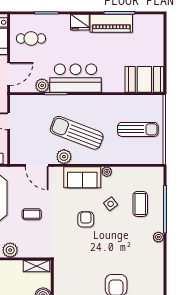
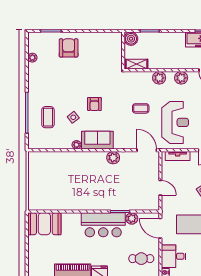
door: (9, 74) -> (160, 228), hinge flipped
sun lounger: (138, 129) -> (50, 181), removed
sun lounger: (77, 133) -> (102, 178), removed
door: (37, 165) -> (147, 150), moved
plant: (158, 237) -> (32, 58), moved

